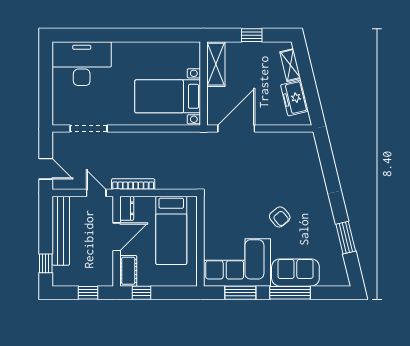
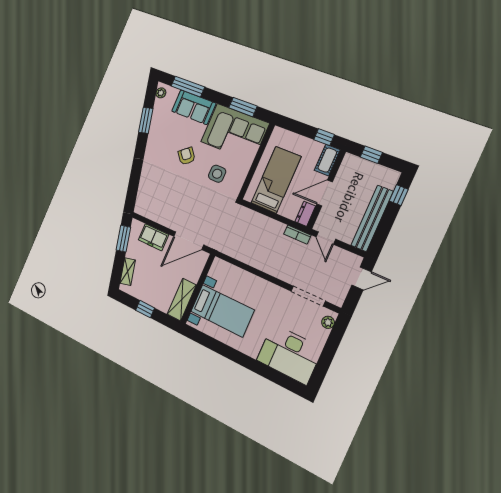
bed with nightstands: (168, 96) -> (222, 311), moved
freezer: (295, 98) -> (153, 237), moved, turned 104
window: (312, 98) -> (123, 239), added
plant: (59, 112) -> (328, 322), added
door: (46, 169) -> (362, 278), swing flipped
bookcase: (133, 184) -> (297, 235), width x0.64
side table: (237, 212) -> (217, 174), added
plant: (342, 275) -> (161, 93), added
window: (290, 293) -> (188, 87), moved

